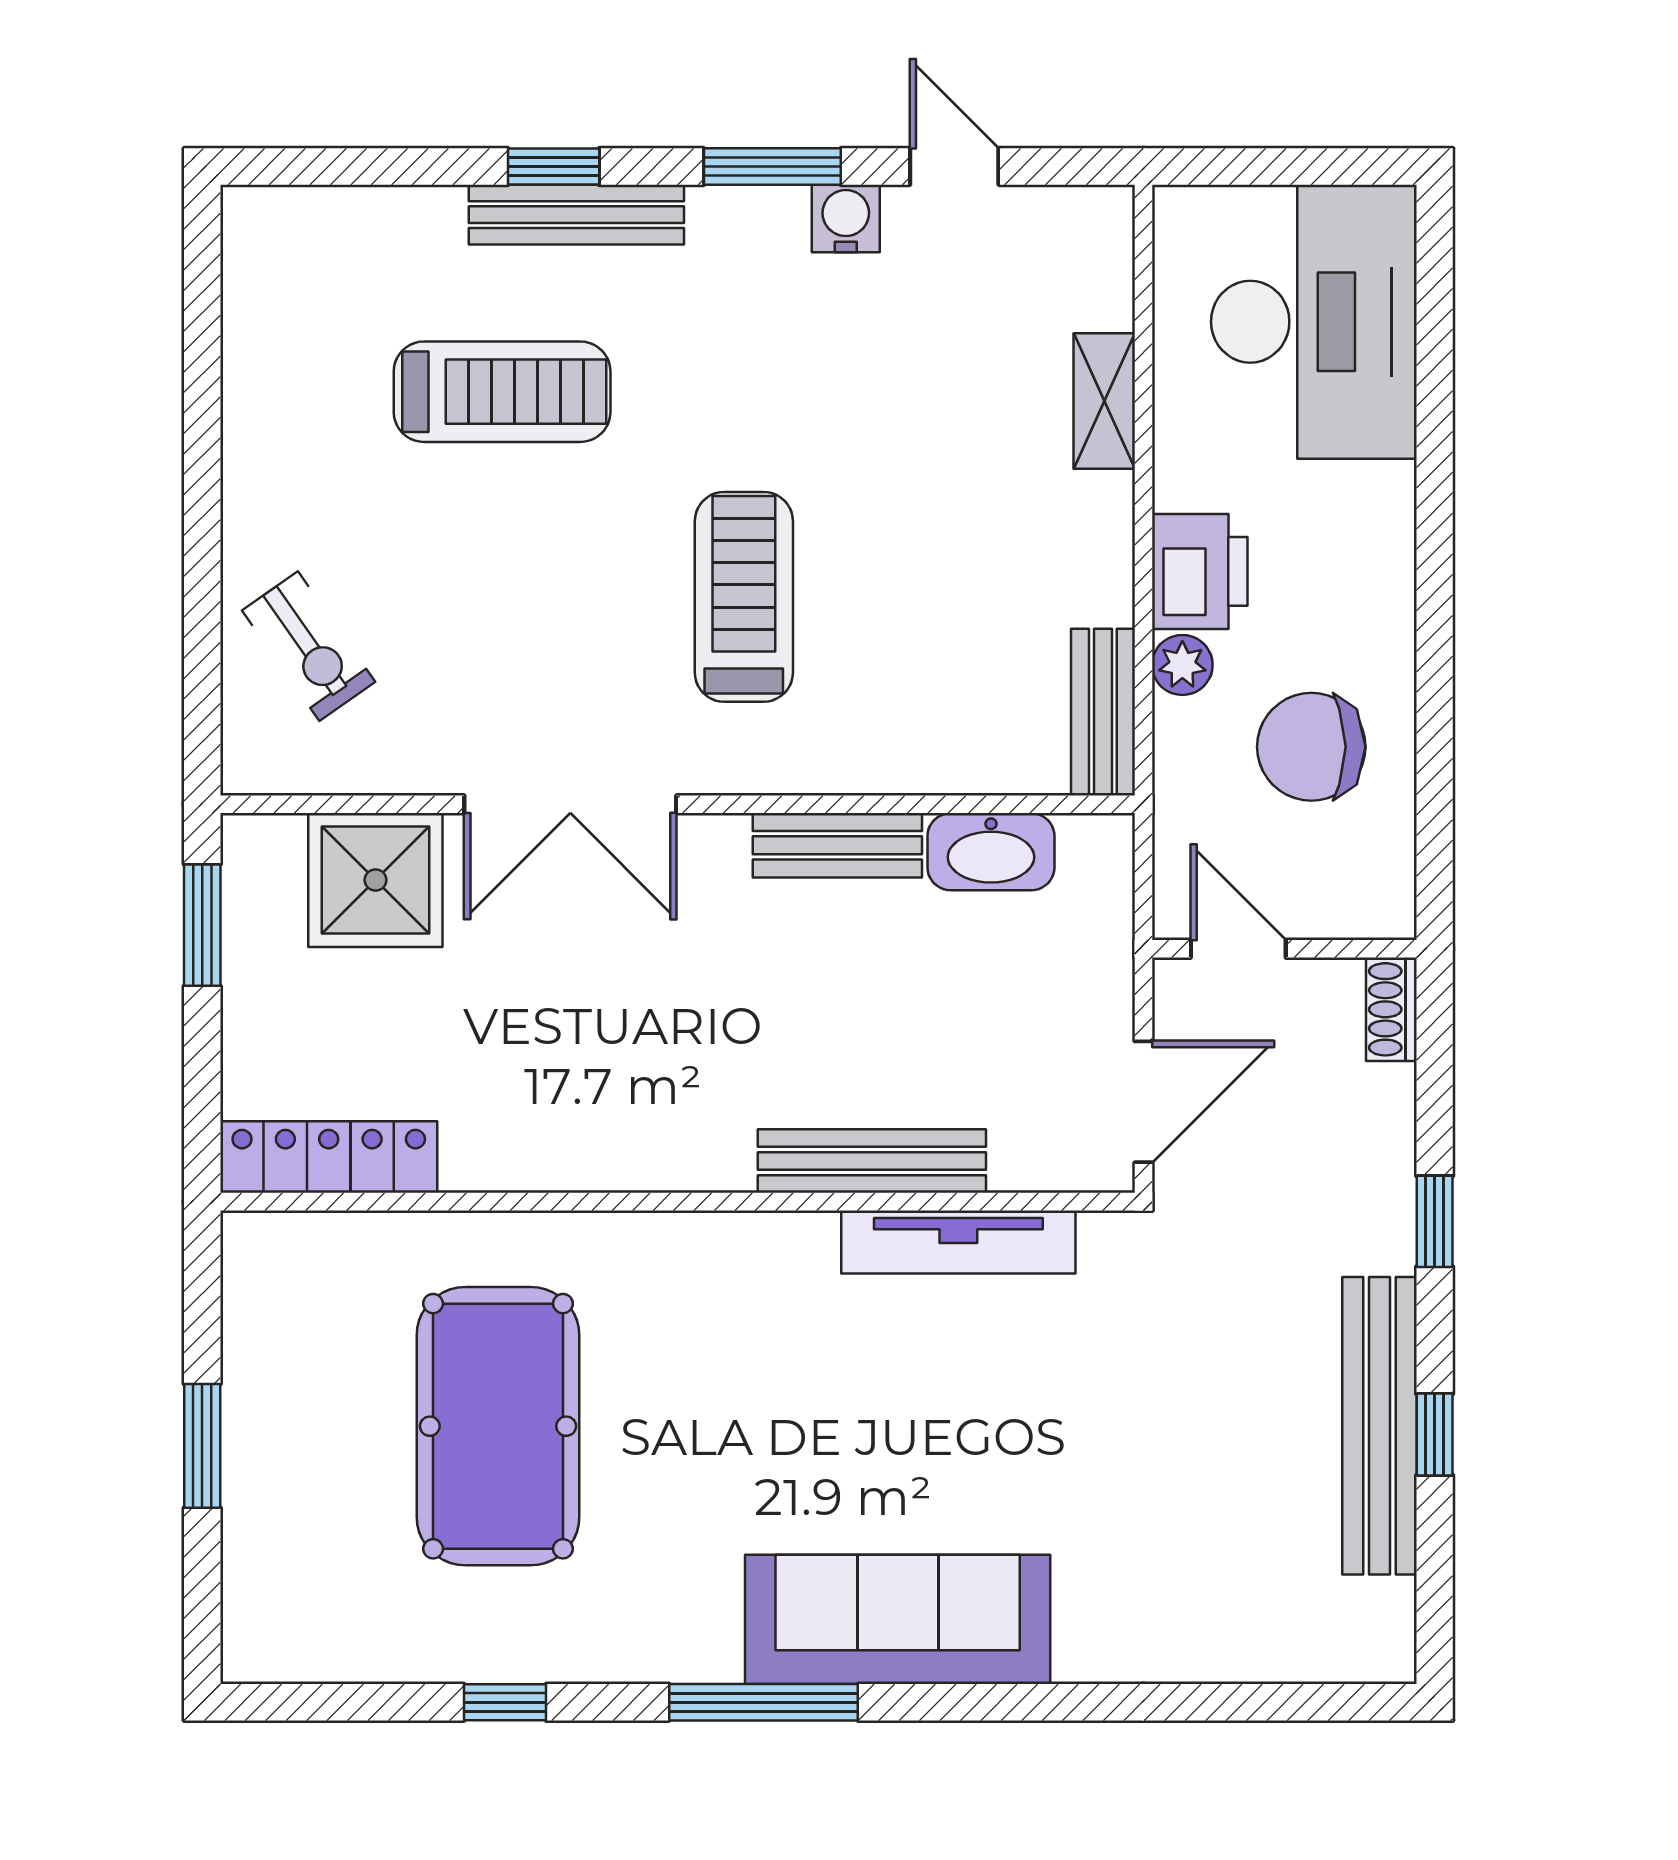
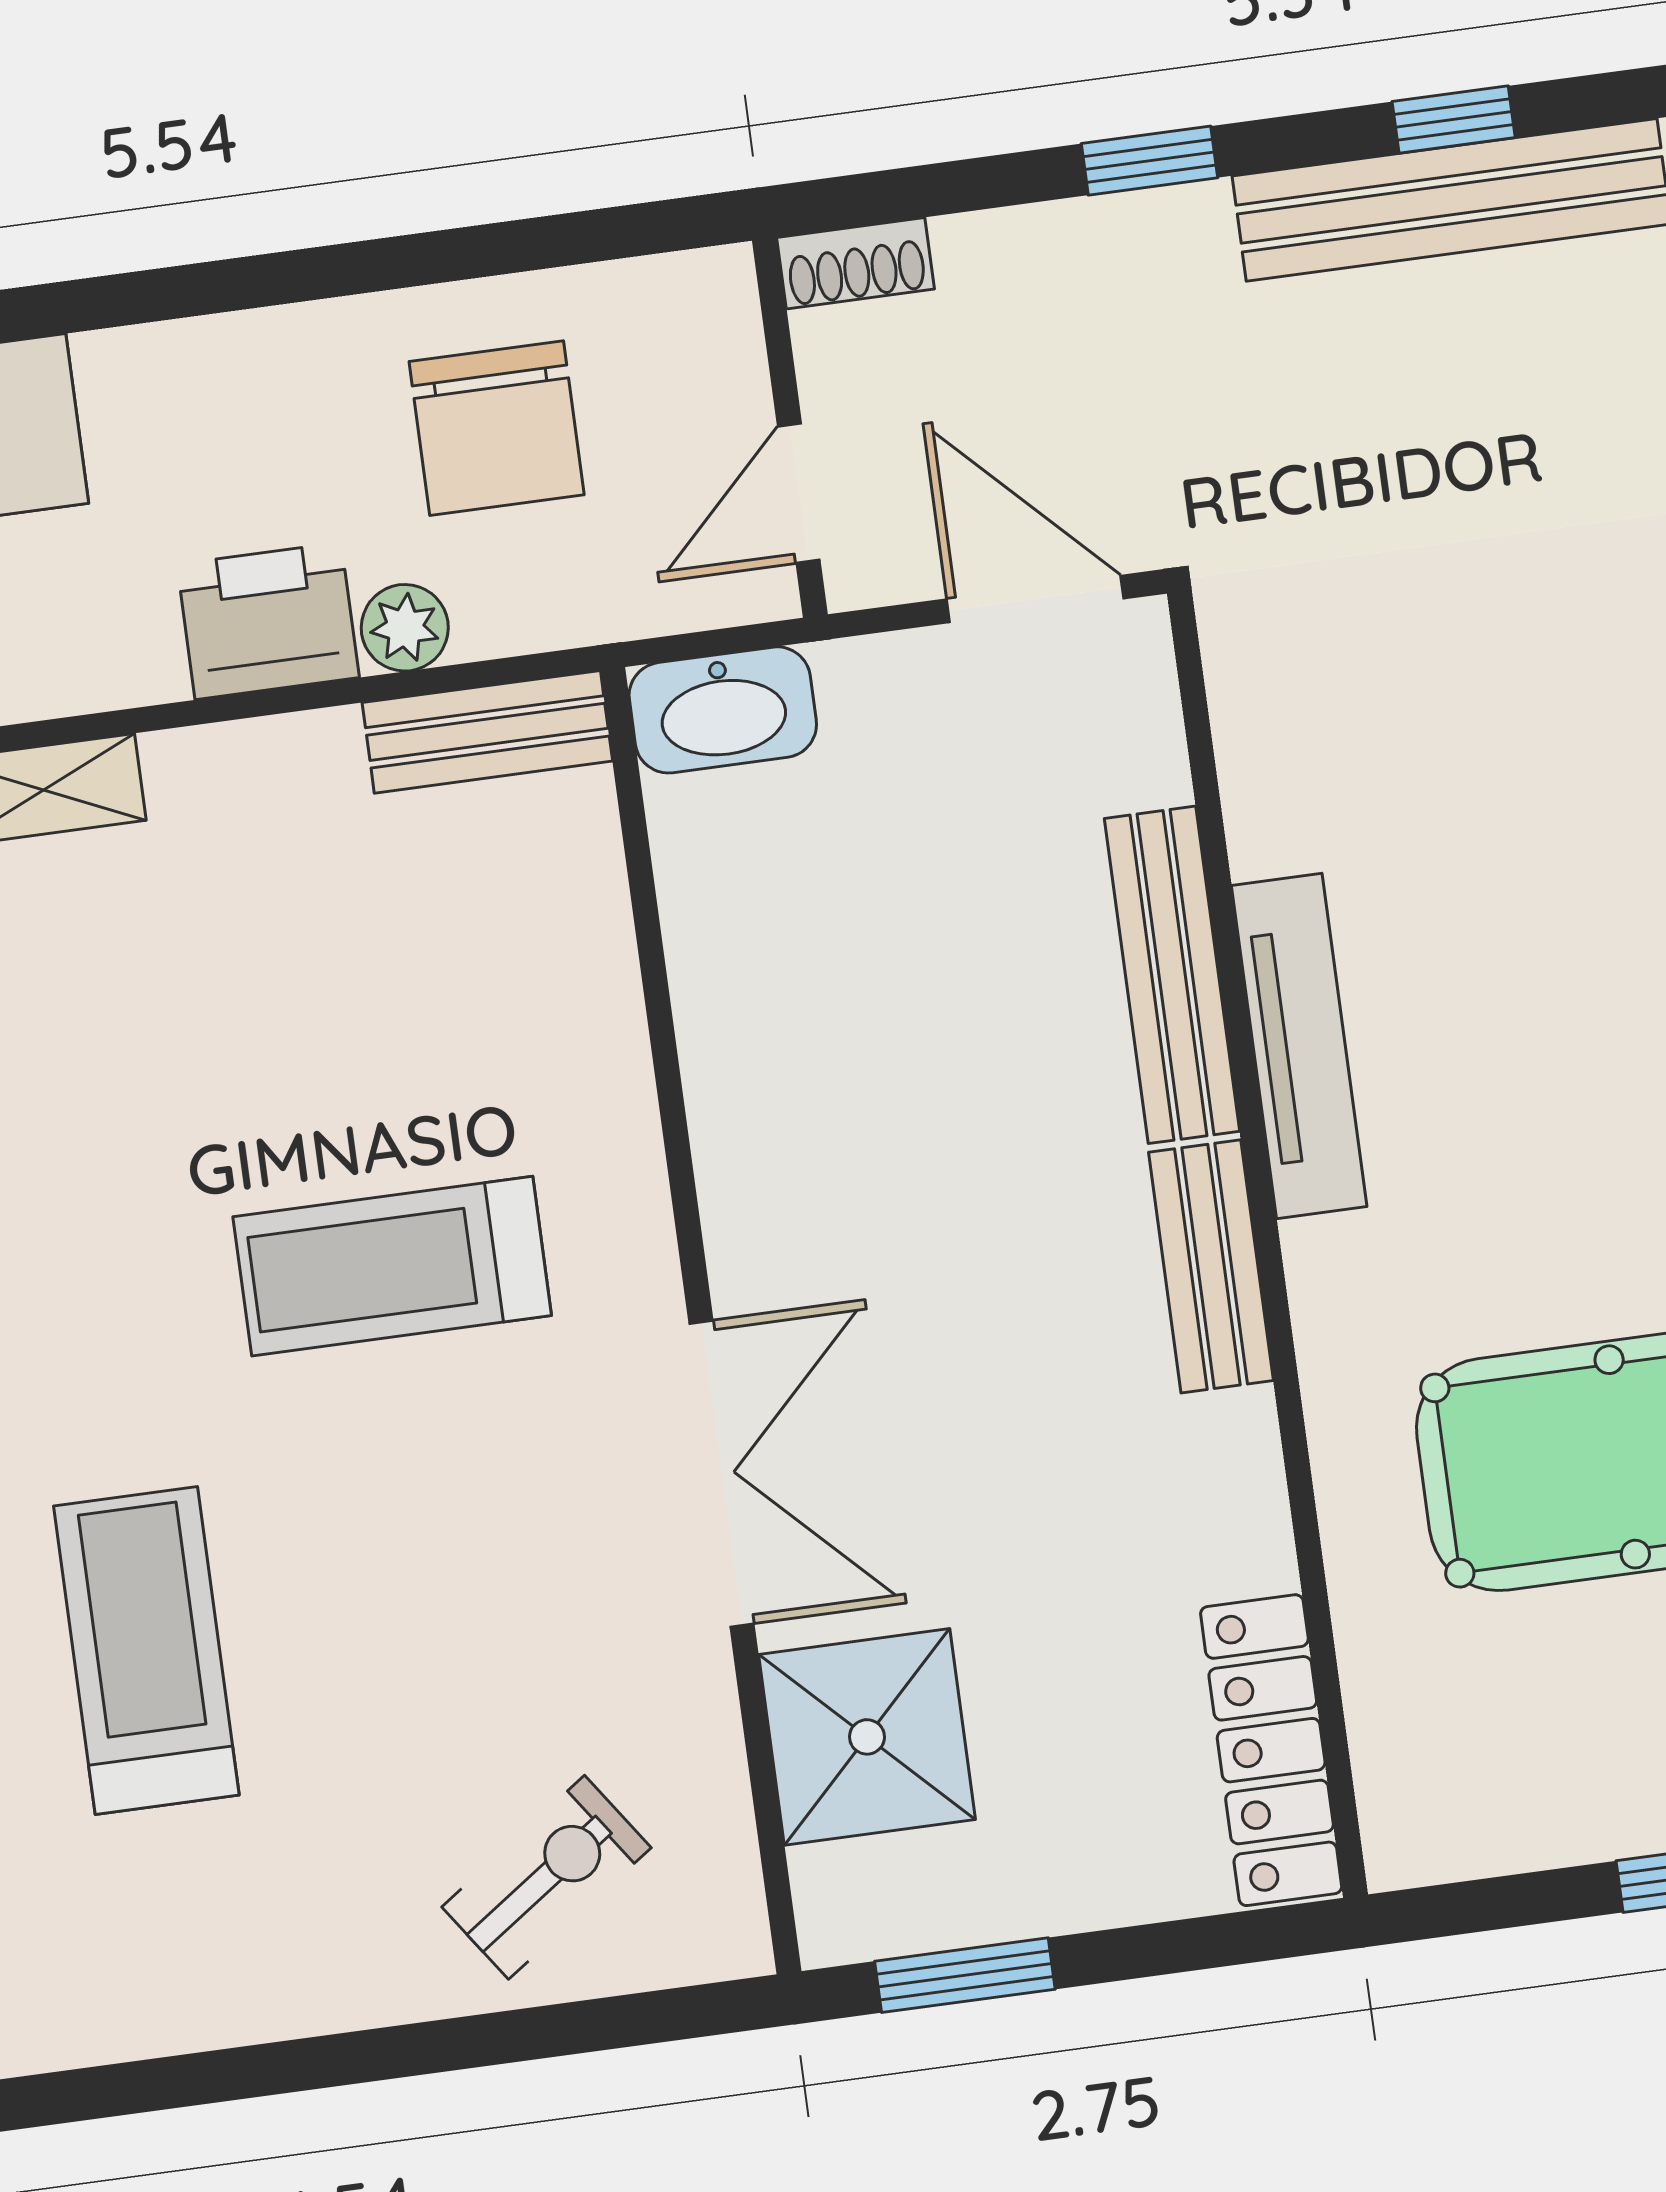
bench: (837, 845) -> (1211, 1266), moved
washbasin: (991, 852) -> (723, 710), moved, turned 90
tv unit: (958, 1242) -> (1299, 1046), moved

